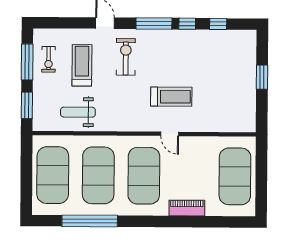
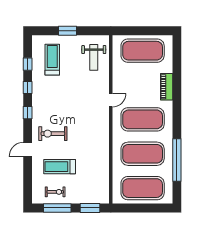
window: (154, 23) -> (28, 113), width x0.46
treadmill: (171, 97) -> (52, 60), moved
weight bench: (78, 112) -> (94, 57), moved

